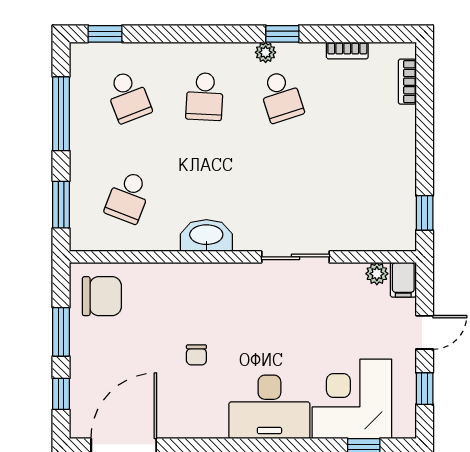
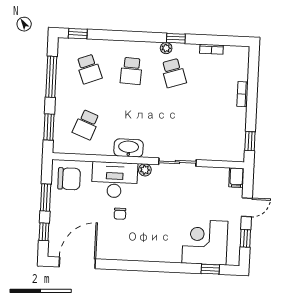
bookcase: (407, 82) -> (243, 94), moved
plant: (377, 274) -> (145, 170), moved
desk: (269, 407) -> (114, 180), moved, turned 180

